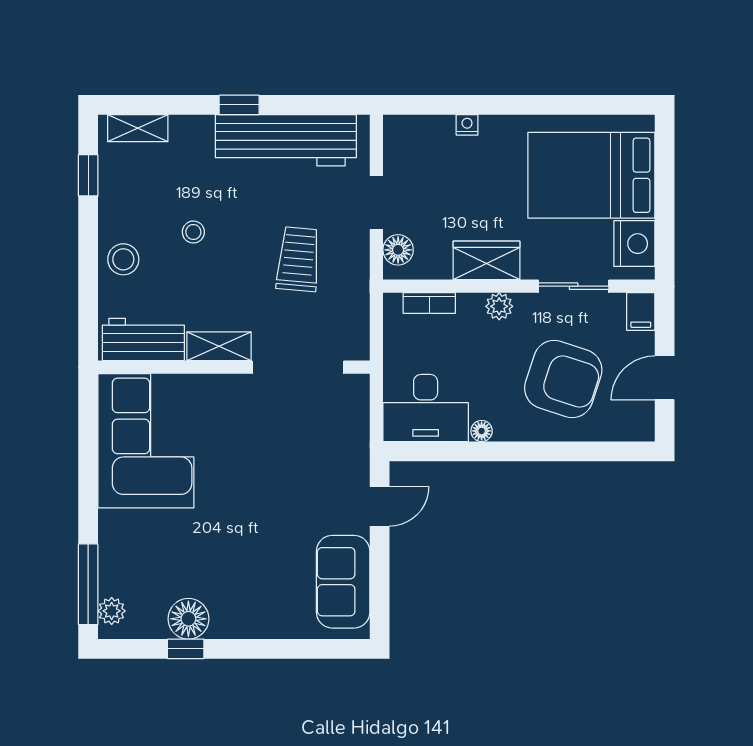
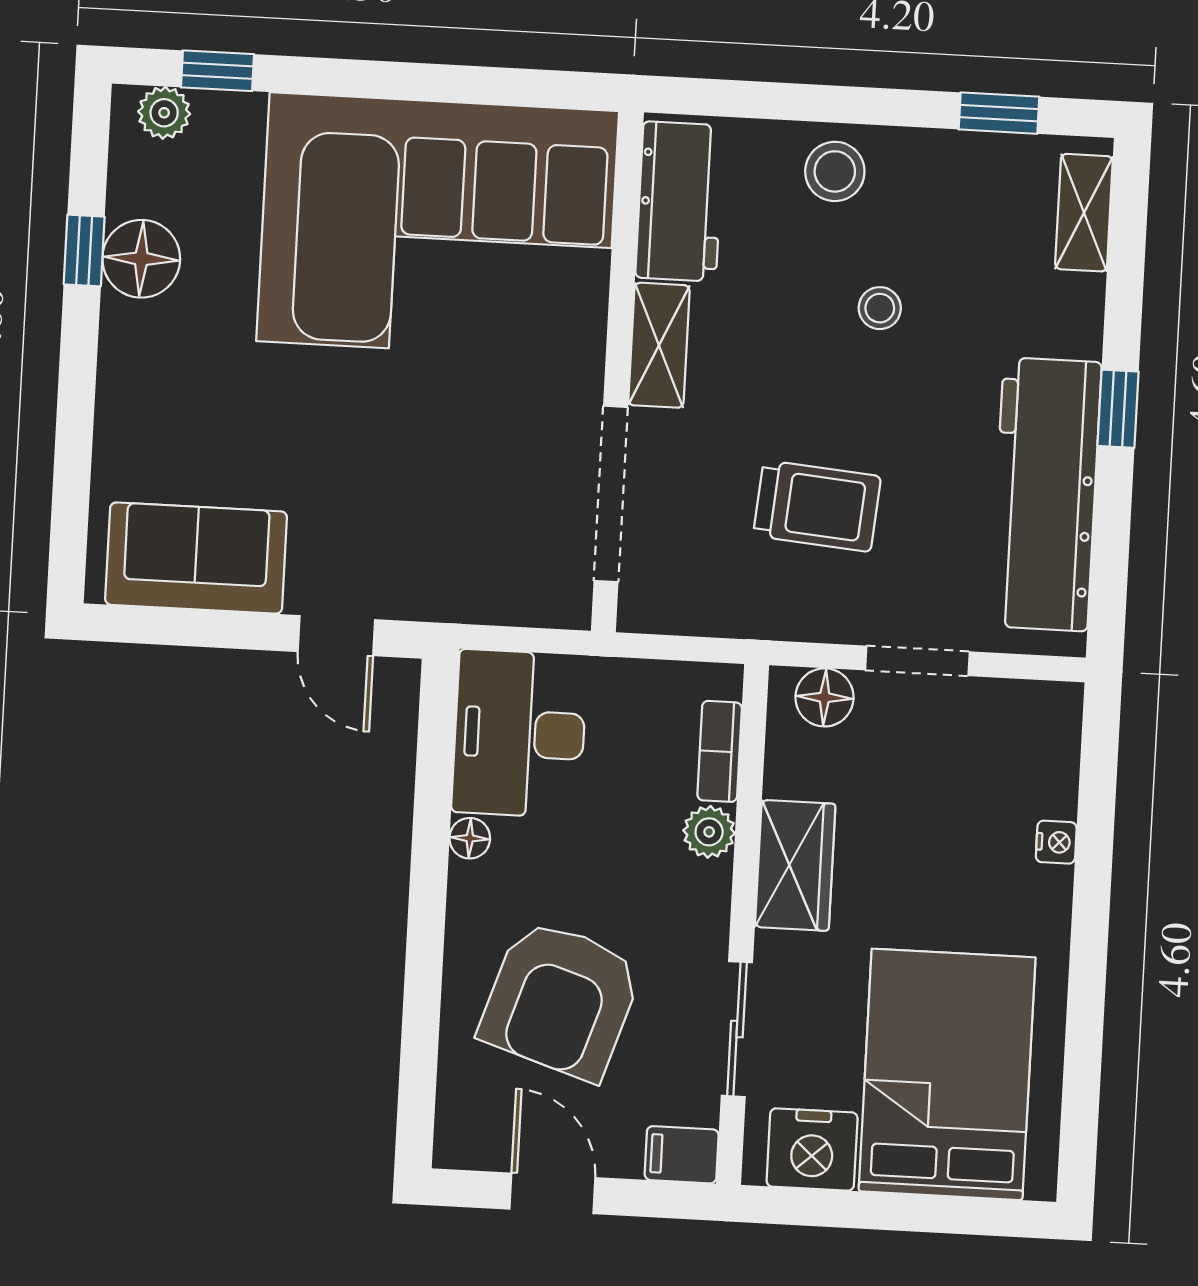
plant: (499, 306) -> (709, 832), moved
corner sofa: (146, 441) -> (438, 226), width x1.36, depth x1.36
window: (88, 584) -> (217, 71), width x0.46

